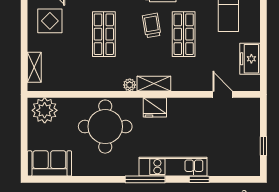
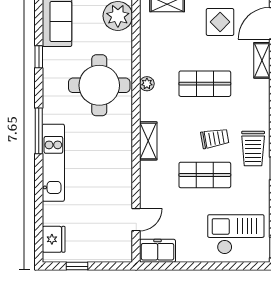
freezer: (250, 59) -> (158, 251), moved
plant: (130, 85) -> (147, 84), moved
fridge: (155, 107) -> (54, 239), moved, turned 180
window: (199, 179) -> (39, 57), moved

